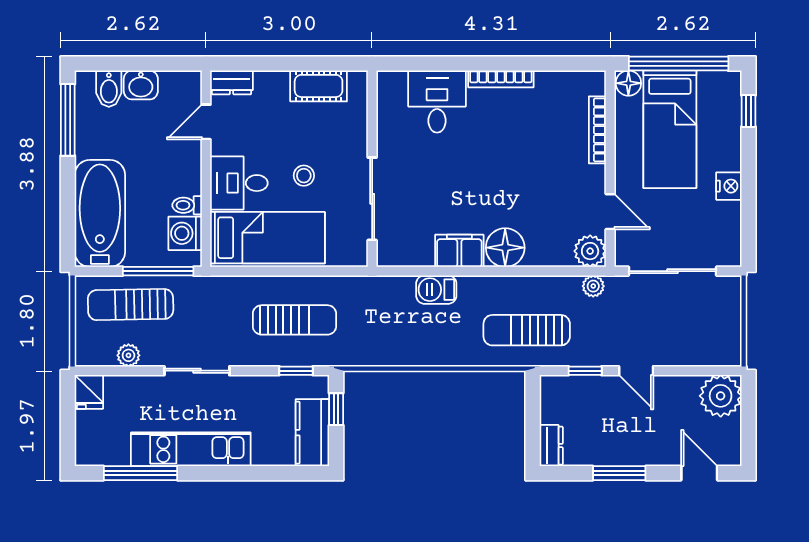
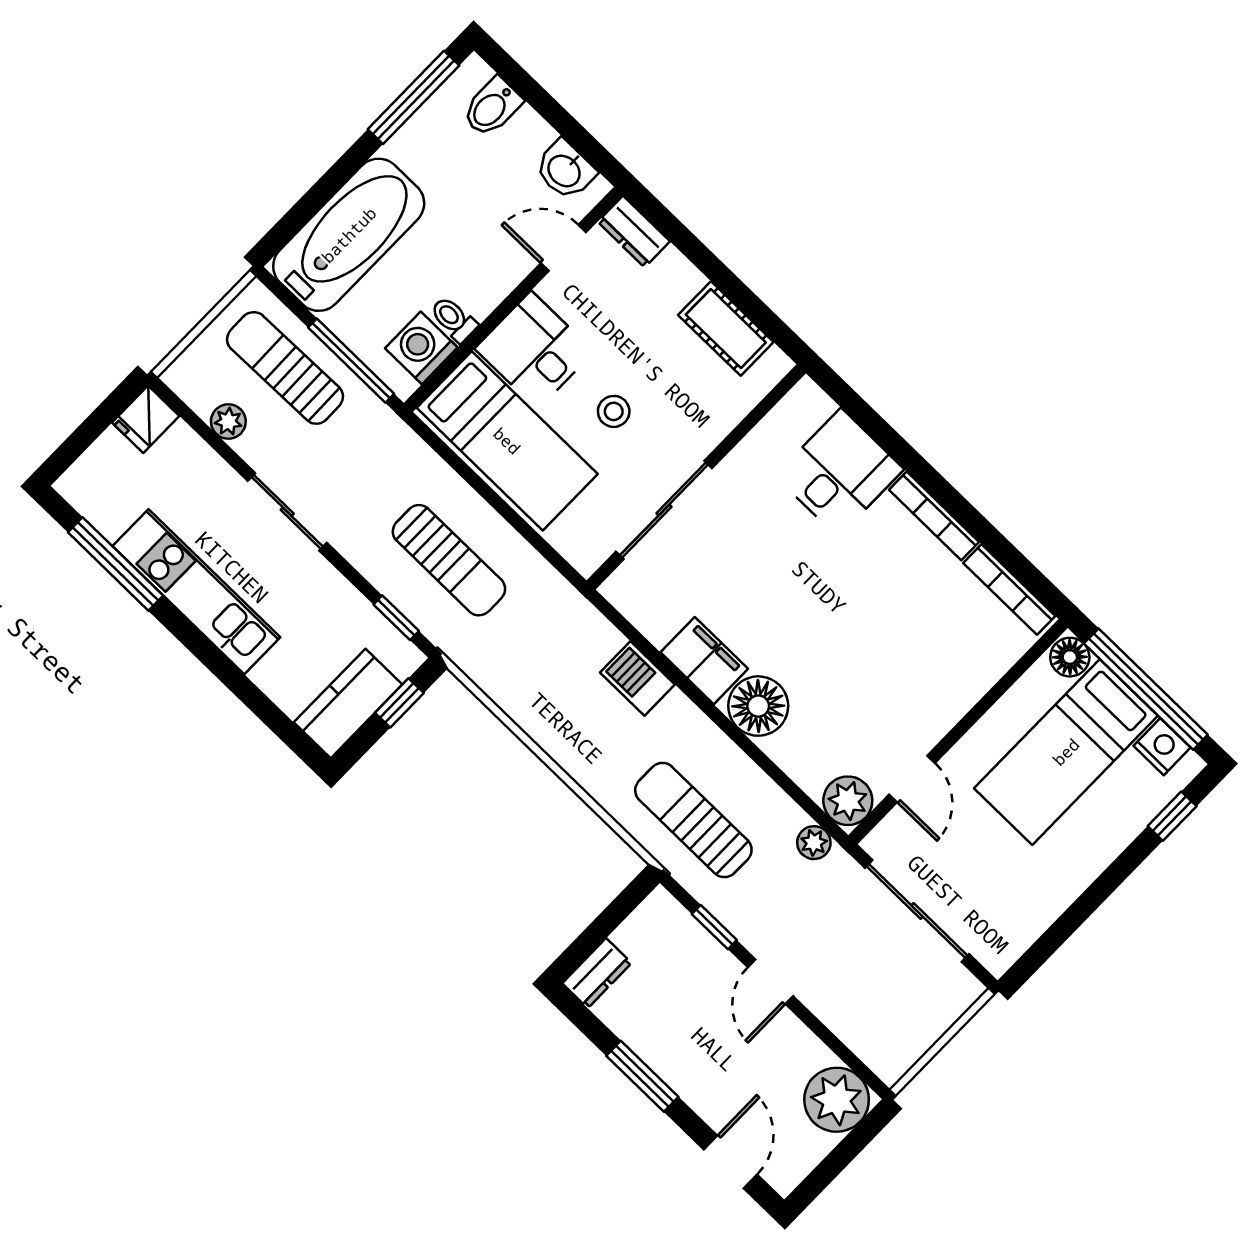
washbasin: (141, 85) -> (565, 170), moved
bookcase: (597, 130) -> (1009, 589), moved, turned -90
nightstand: (729, 186) -> (1162, 747), moved, turned -90

